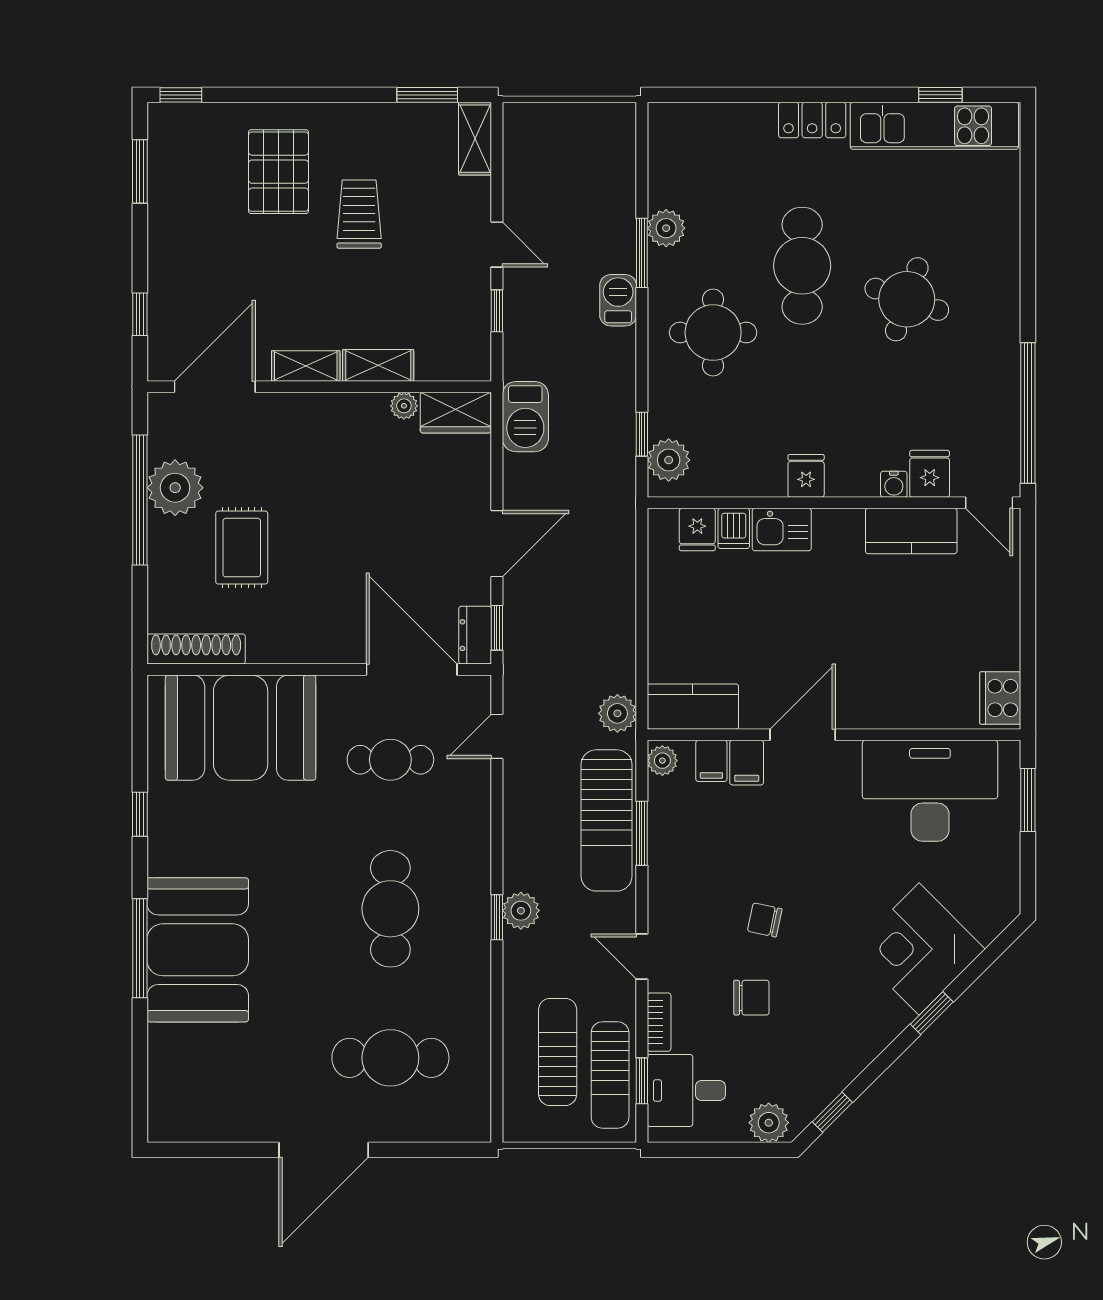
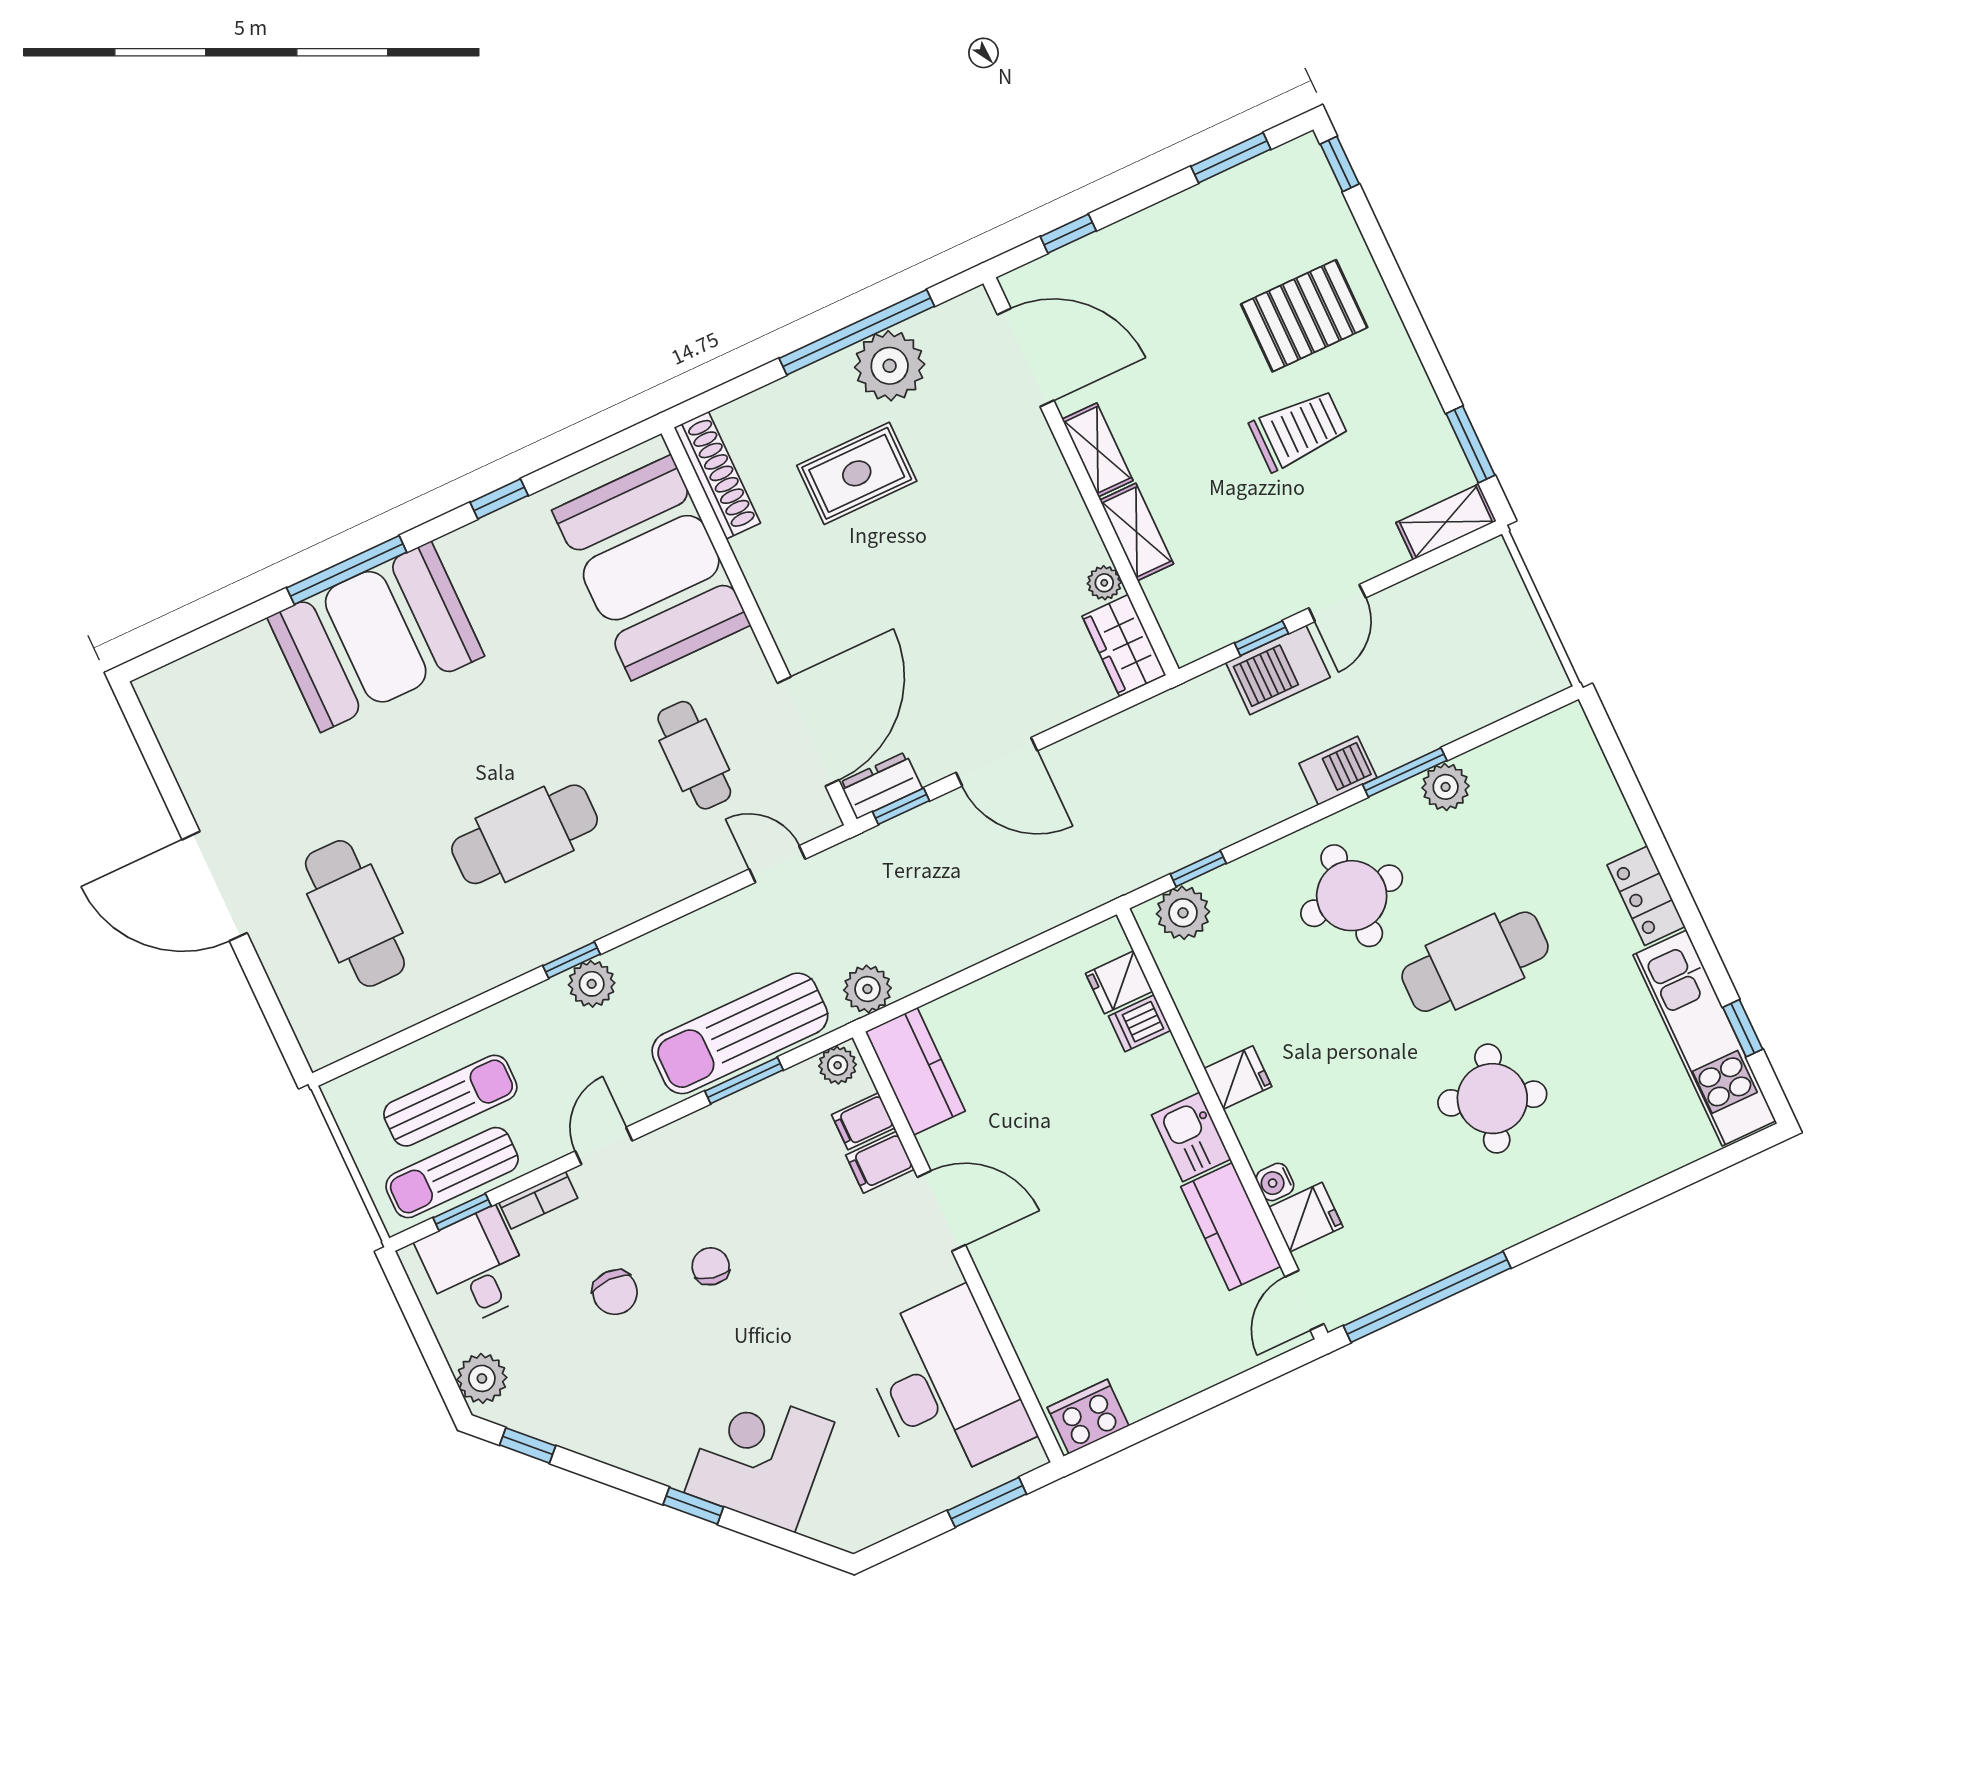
barbecue: (525, 417) -> (1278, 670), moved
kitchen sink: (782, 530) -> (1191, 1137), moved

